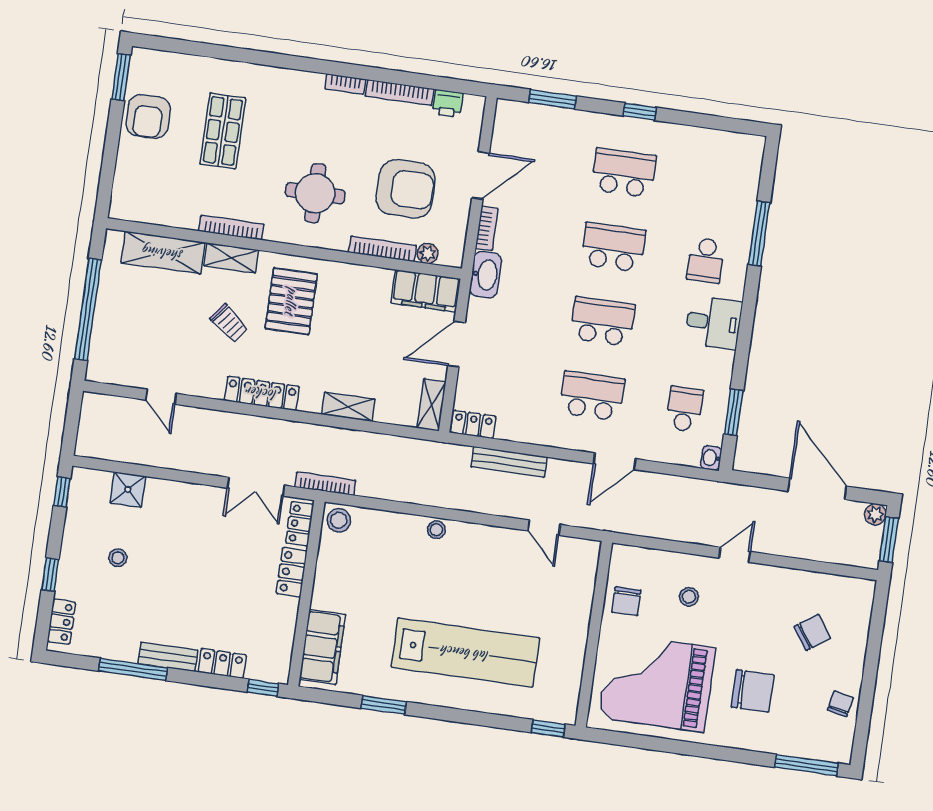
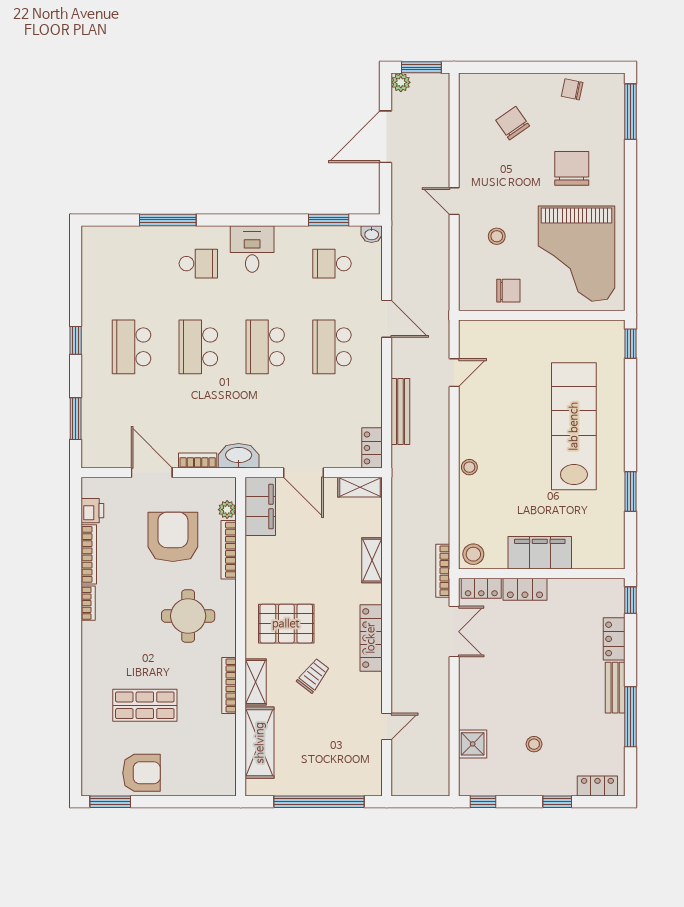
filing cabinet: (322, 647) -> (540, 553), moved

